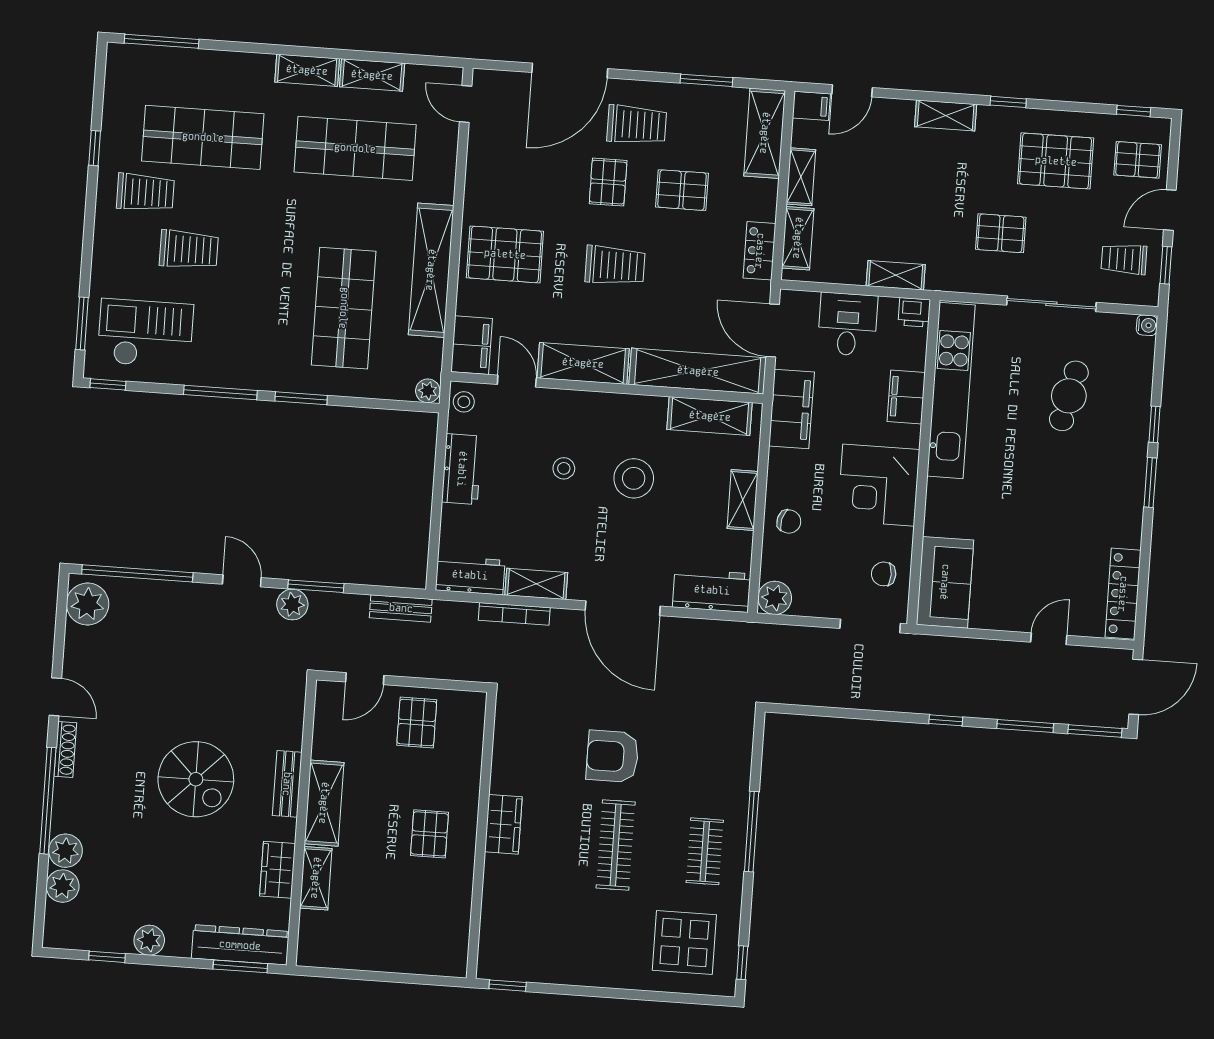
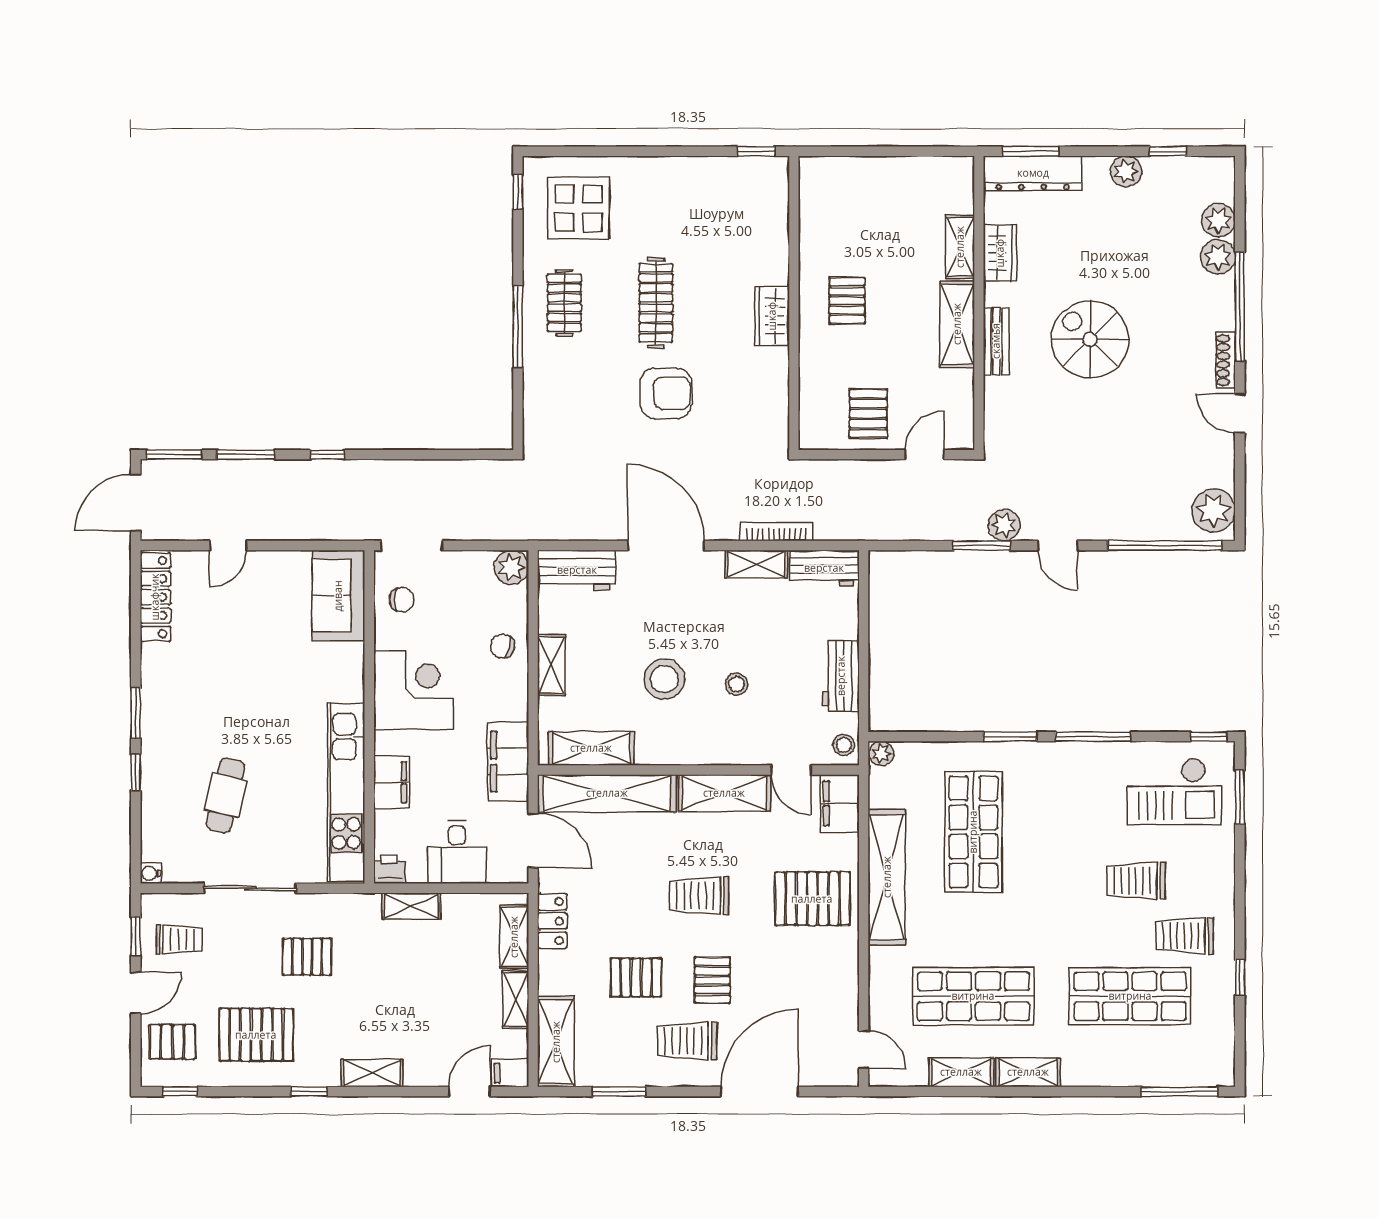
bench: (401, 608) -> (893, 529), removed

